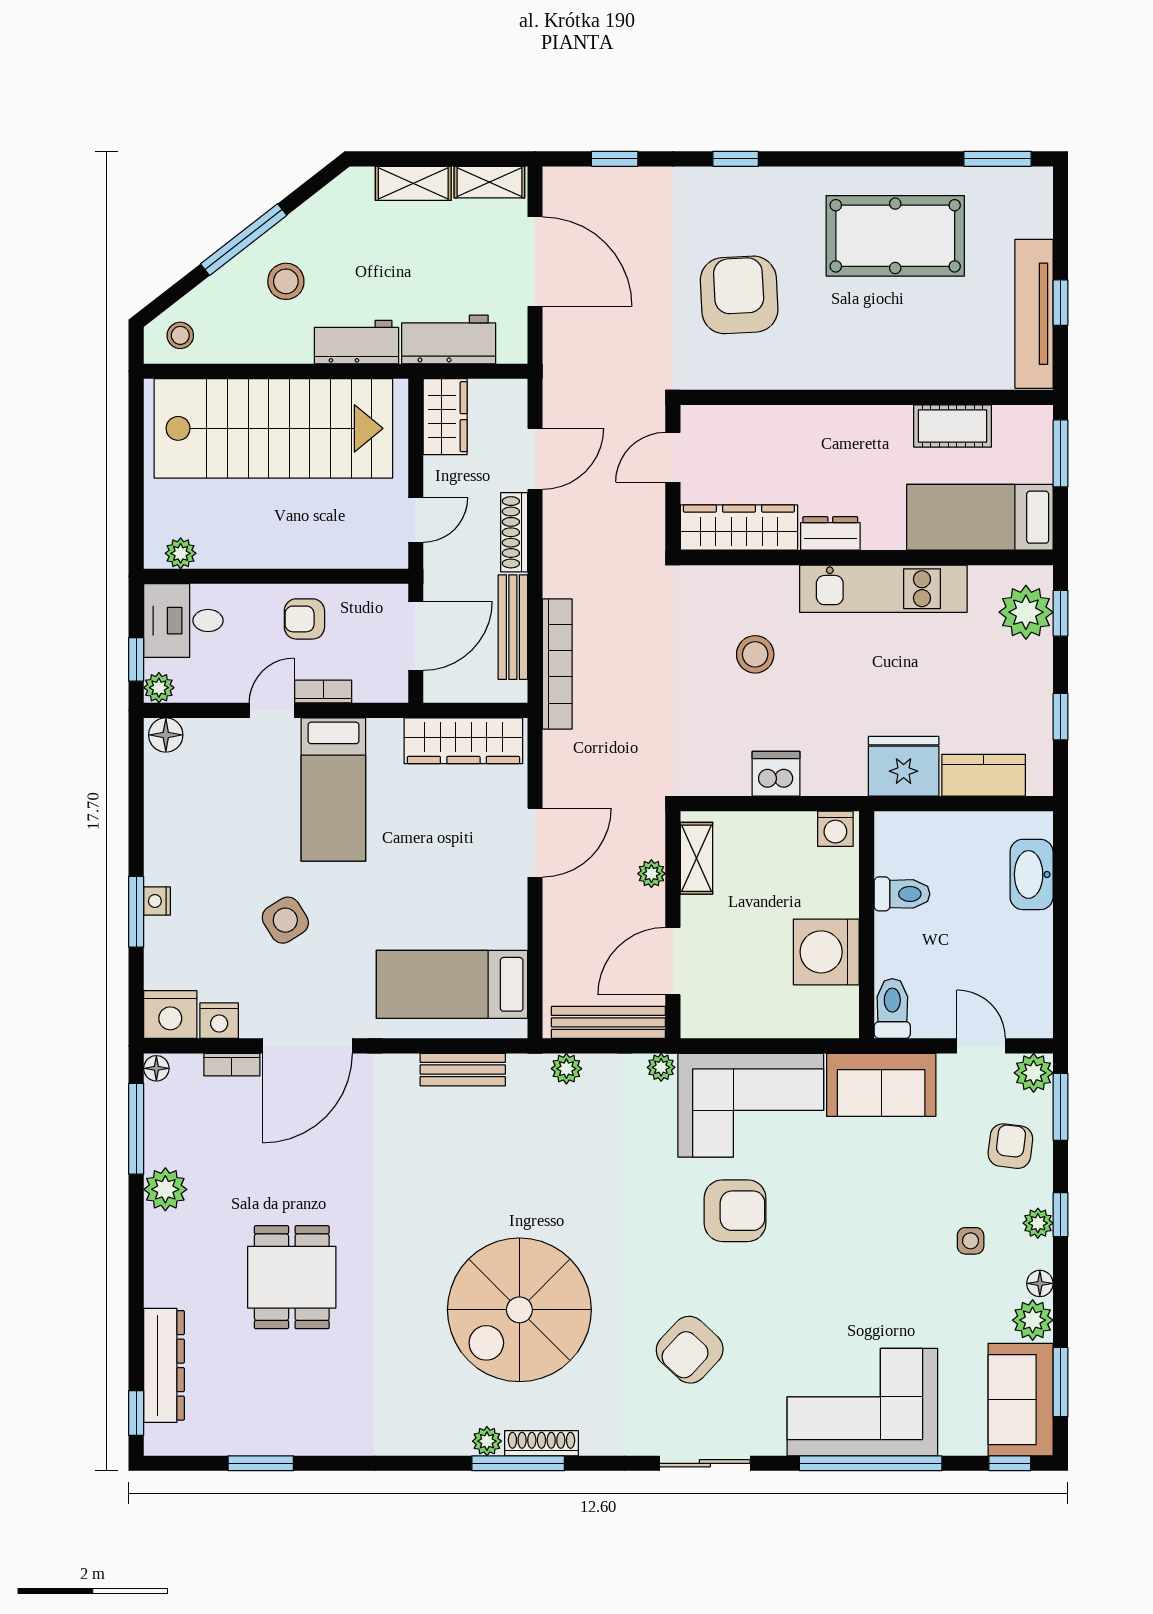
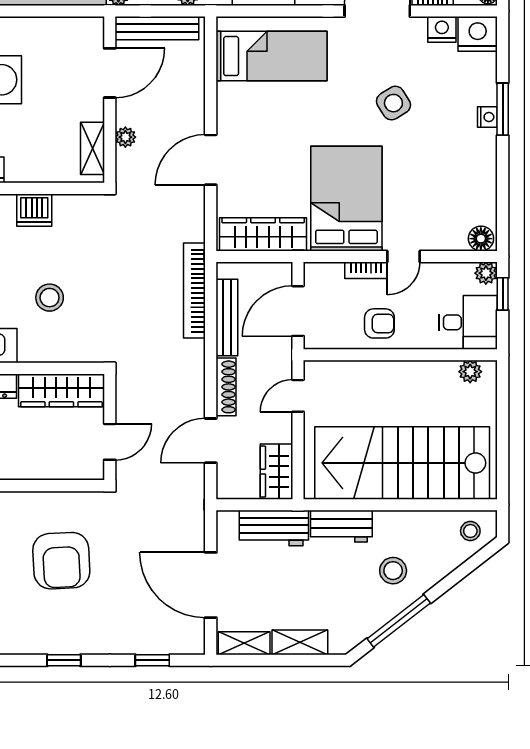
window: (244, 240) -> (399, 621), moved
bed: (333, 790) -> (346, 199), width x1.50

